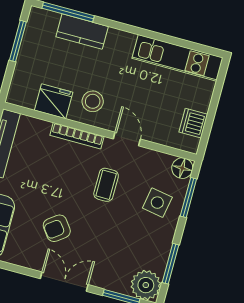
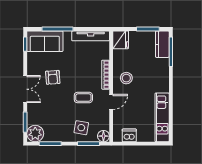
kitchen counter: (82, 32) -> (162, 44), moved
fridge: (54, 101) -> (121, 40), moved
armchair: (57, 228) -> (53, 77), turned -147

